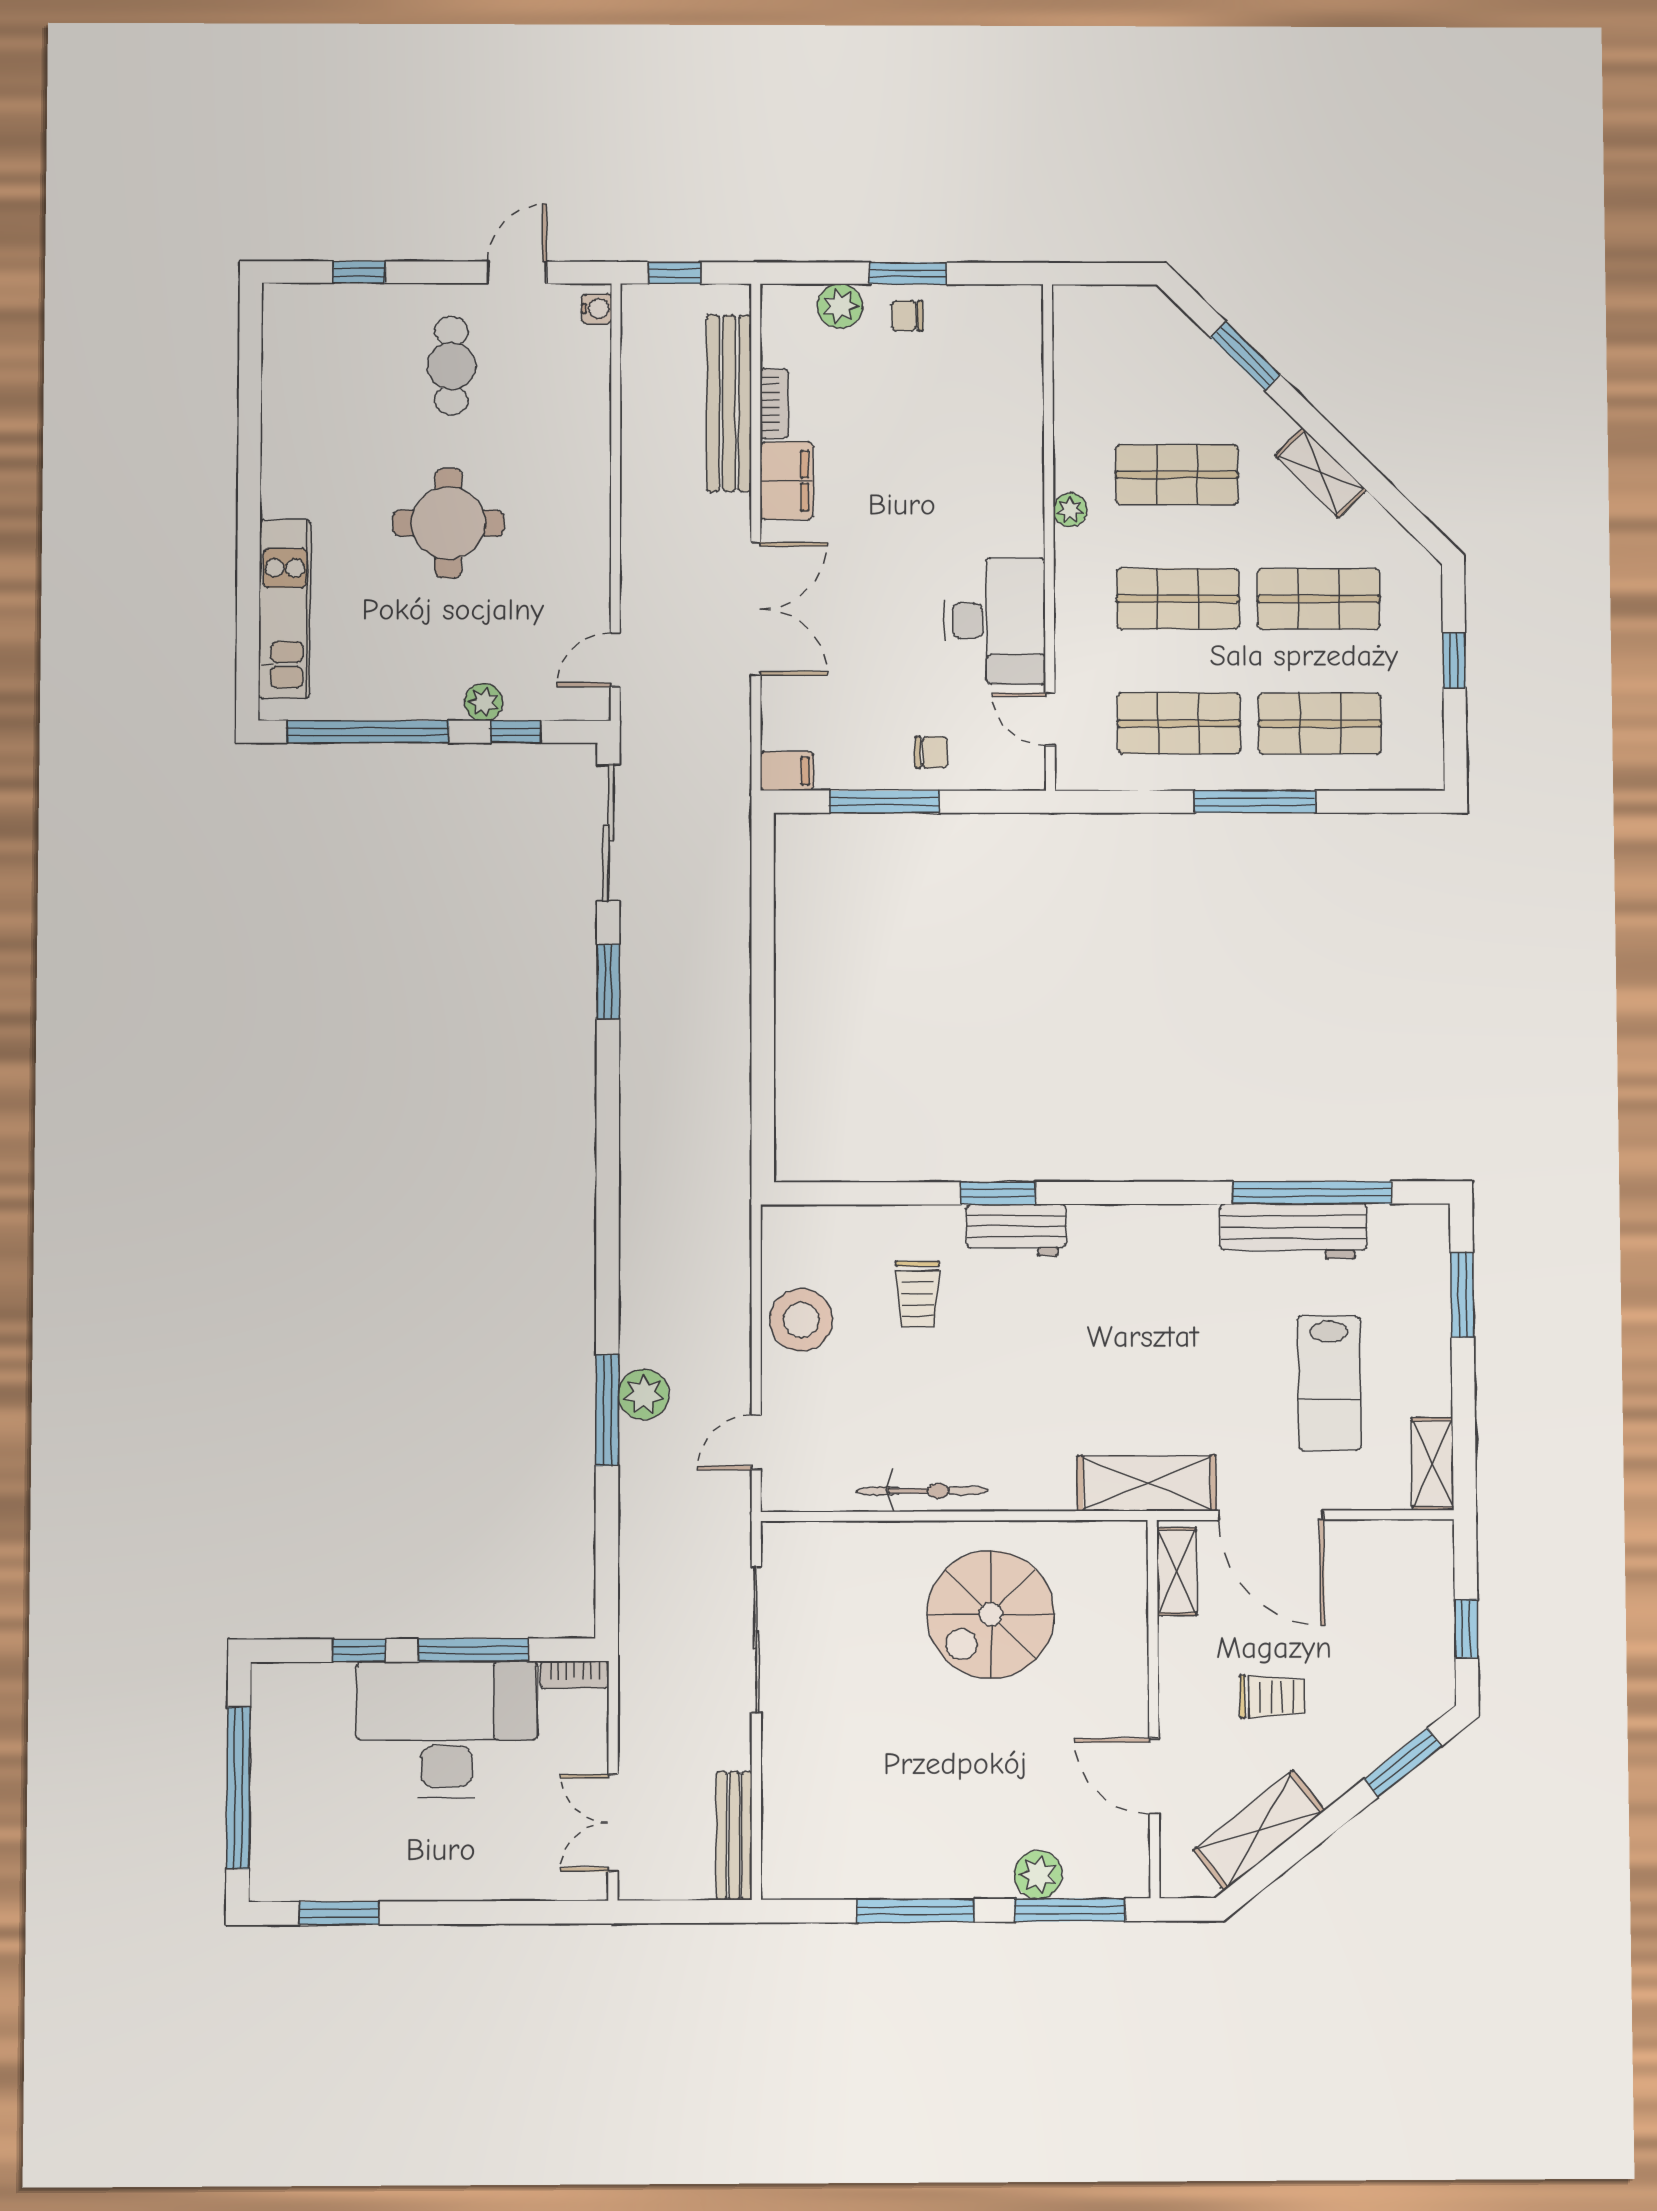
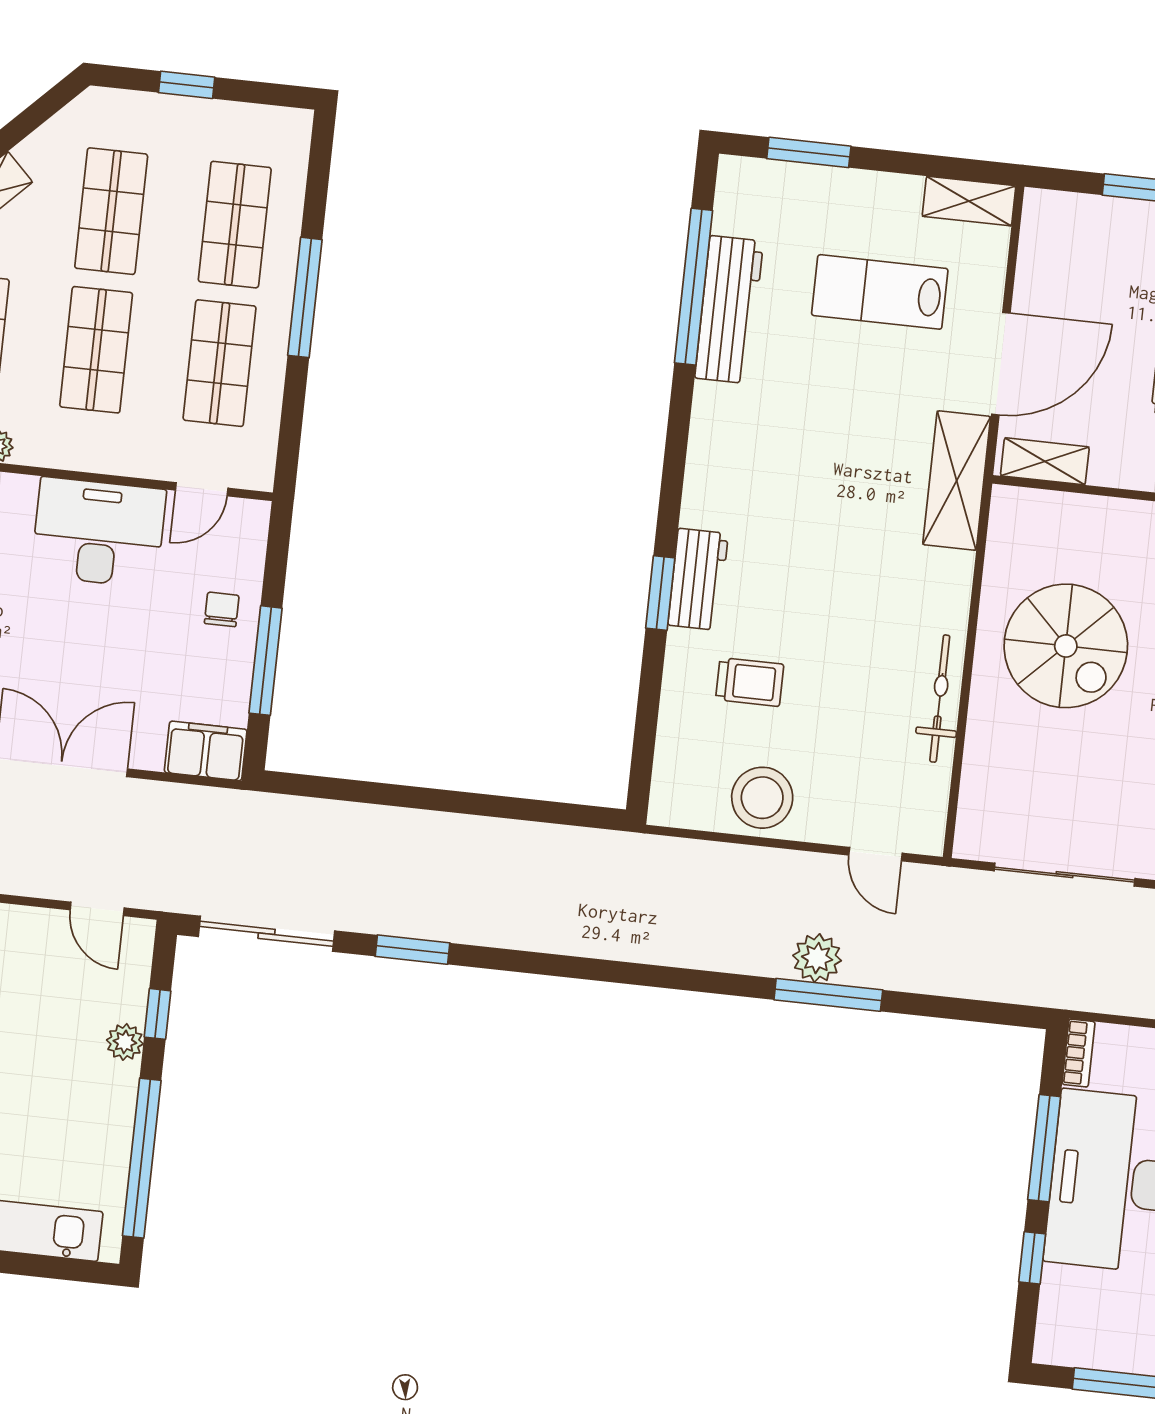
filing cabinet: (787, 771) -> (206, 751), width x2.00
lab bench: (1329, 1383) -> (880, 292), turned 180

